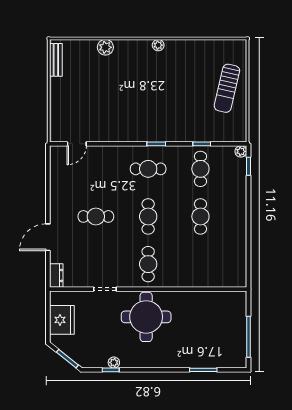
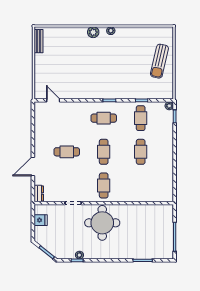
plant: (105, 47) -> (93, 32), moved
door: (77, 144) -> (53, 100), swing flipped
fridge: (62, 320) -> (41, 220), width x0.53, depth x0.75

